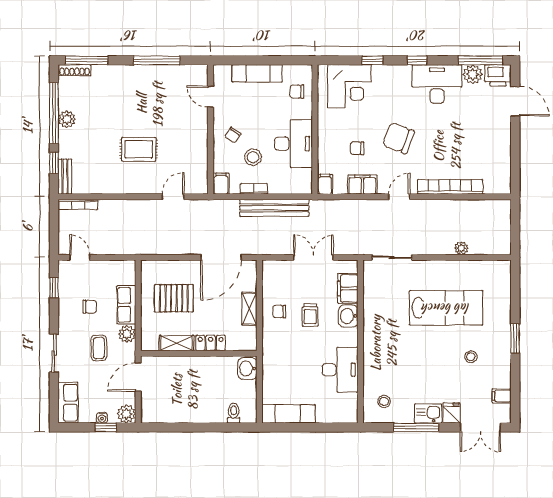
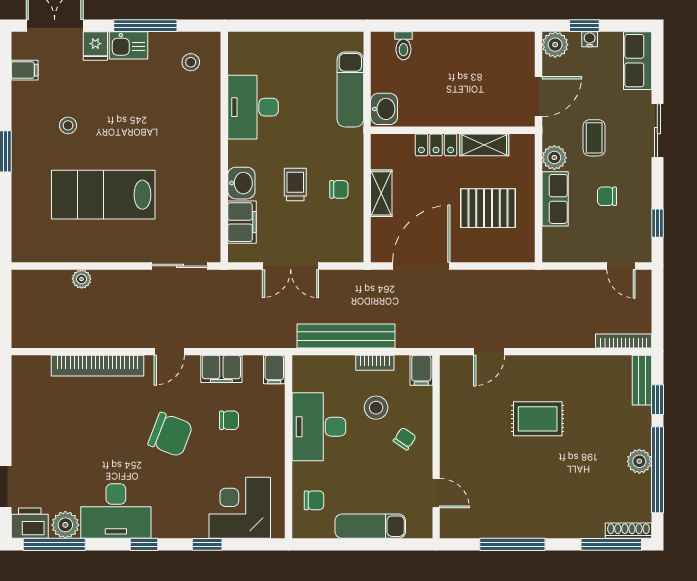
exam couch: (288, 414) -> (350, 89), moved, turned 90

